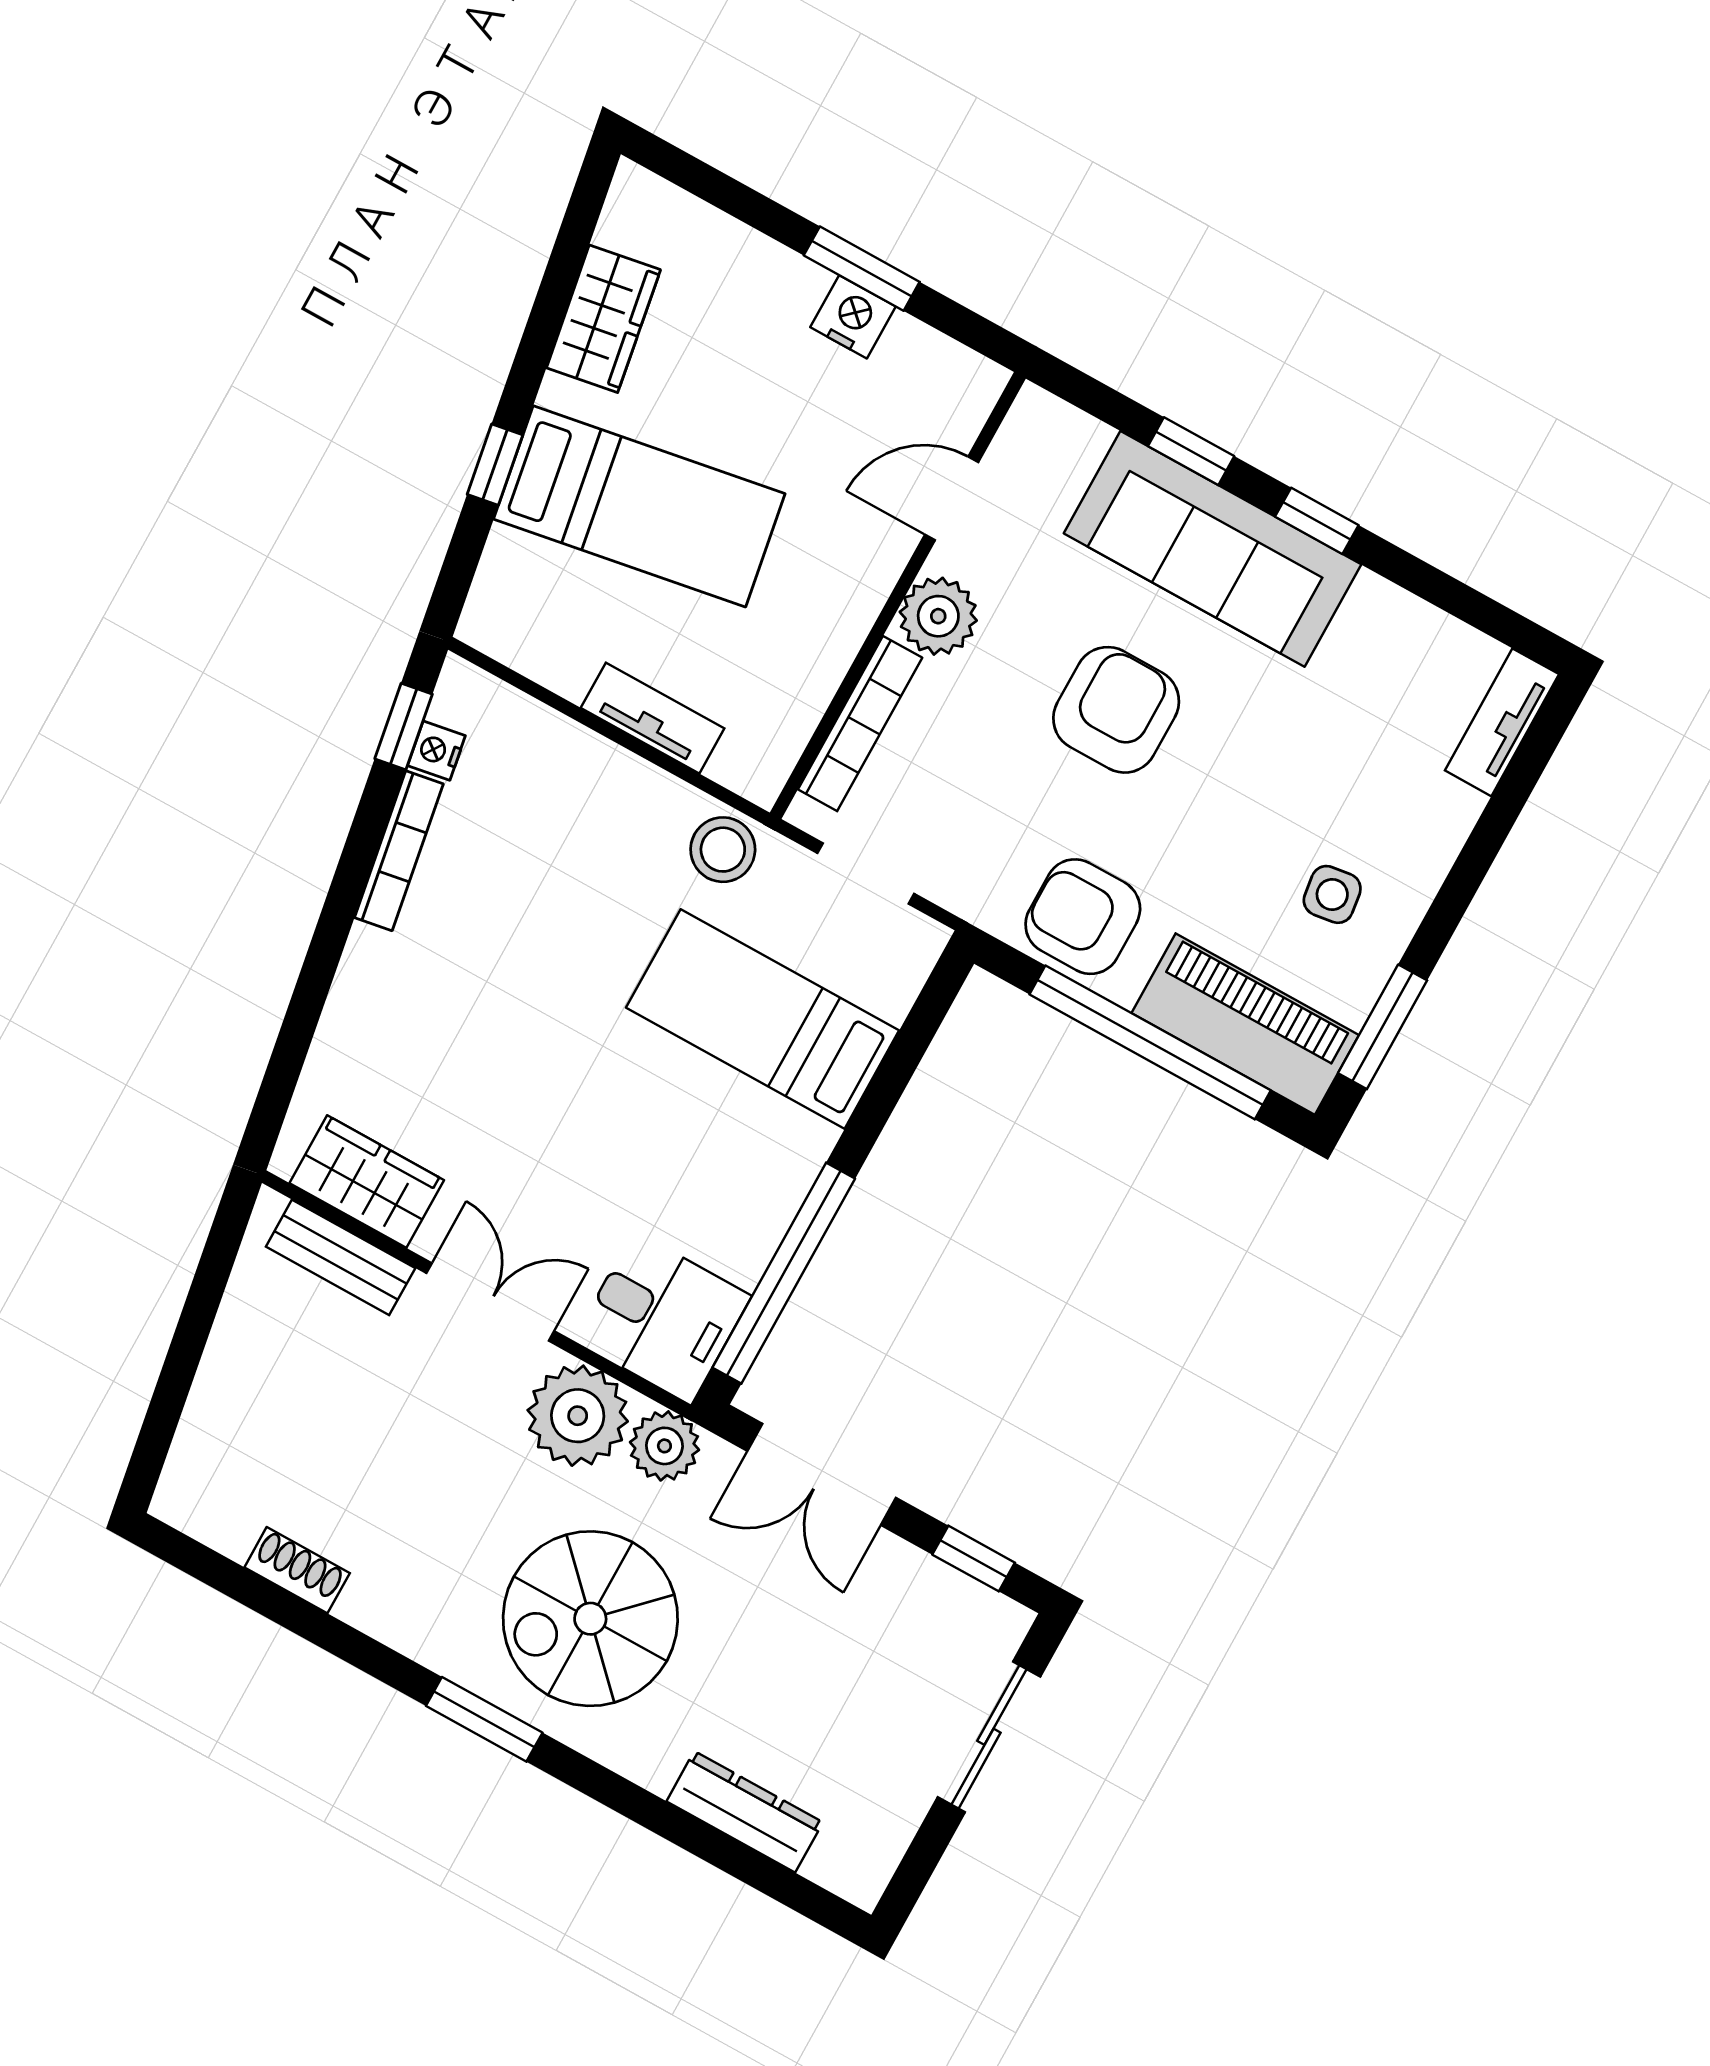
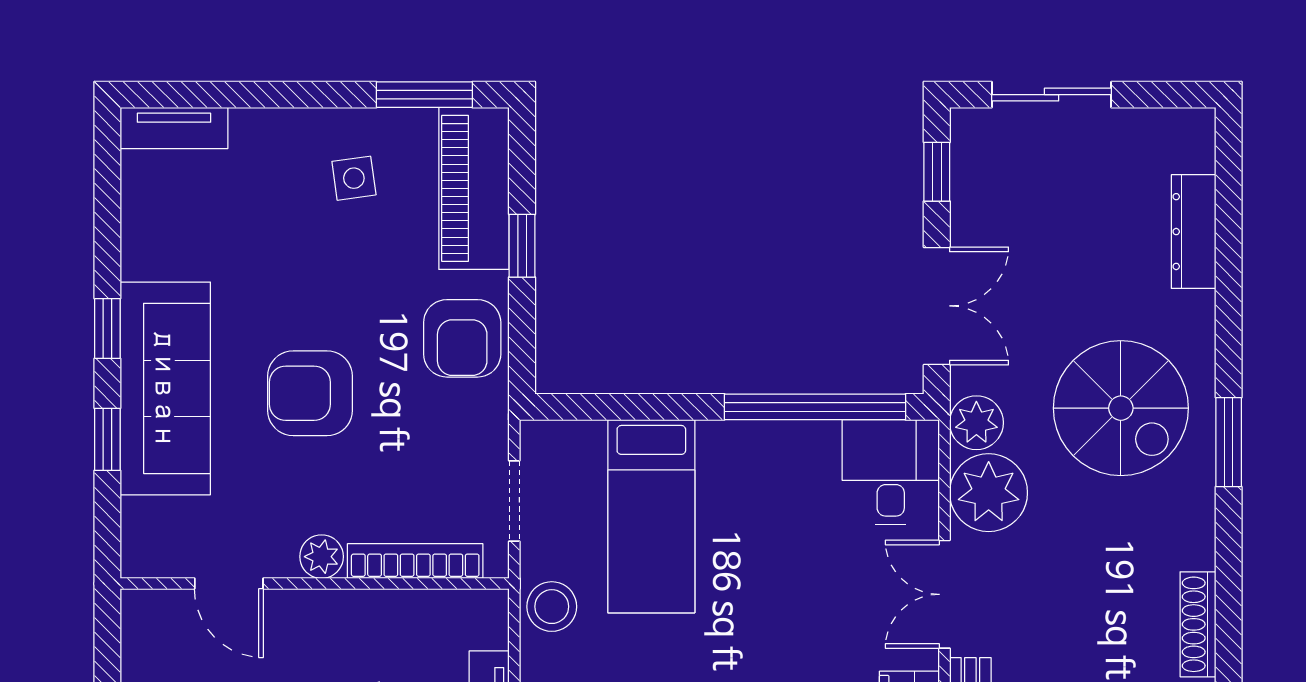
plant: (938, 616) -> (322, 557), width x0.73, depth x0.73
window: (1150, 1042) -> (522, 246), width x0.32
shoe rack: (297, 1570) -> (1198, 624), width x1.43

